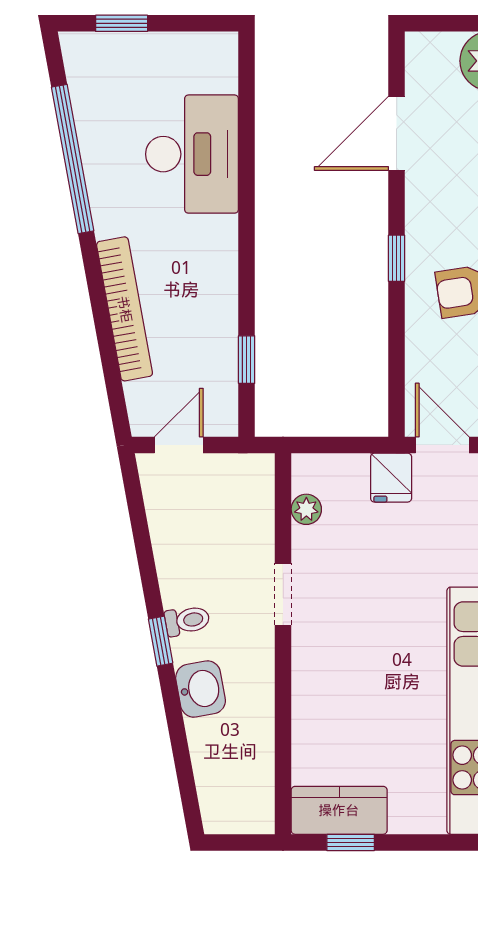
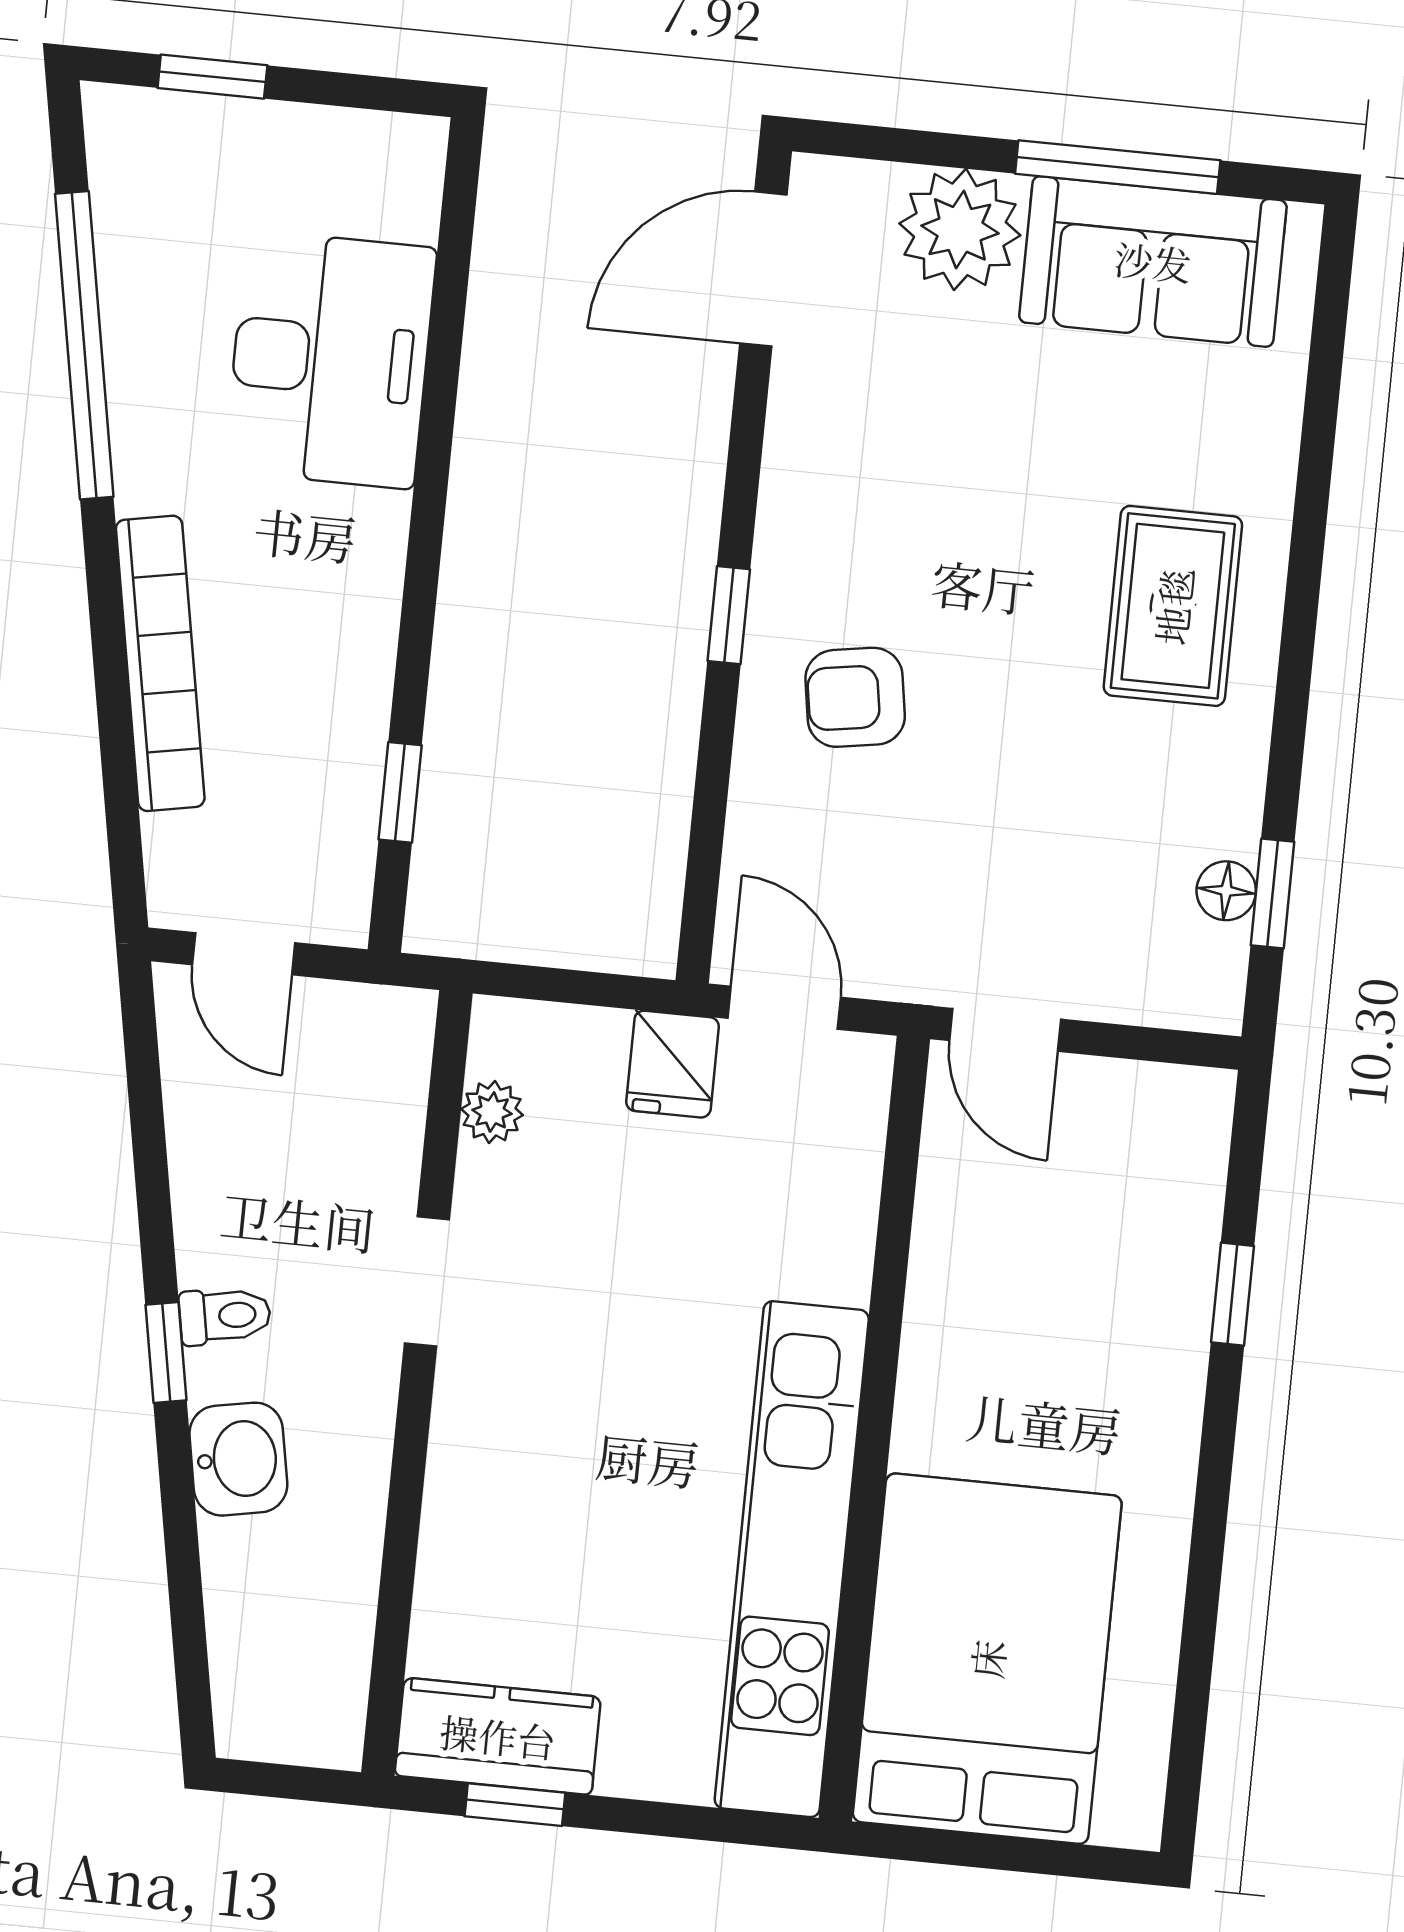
door: (397, 133) -> (763, 269), moved
door: (179, 445) -> (244, 954), swing flipped

